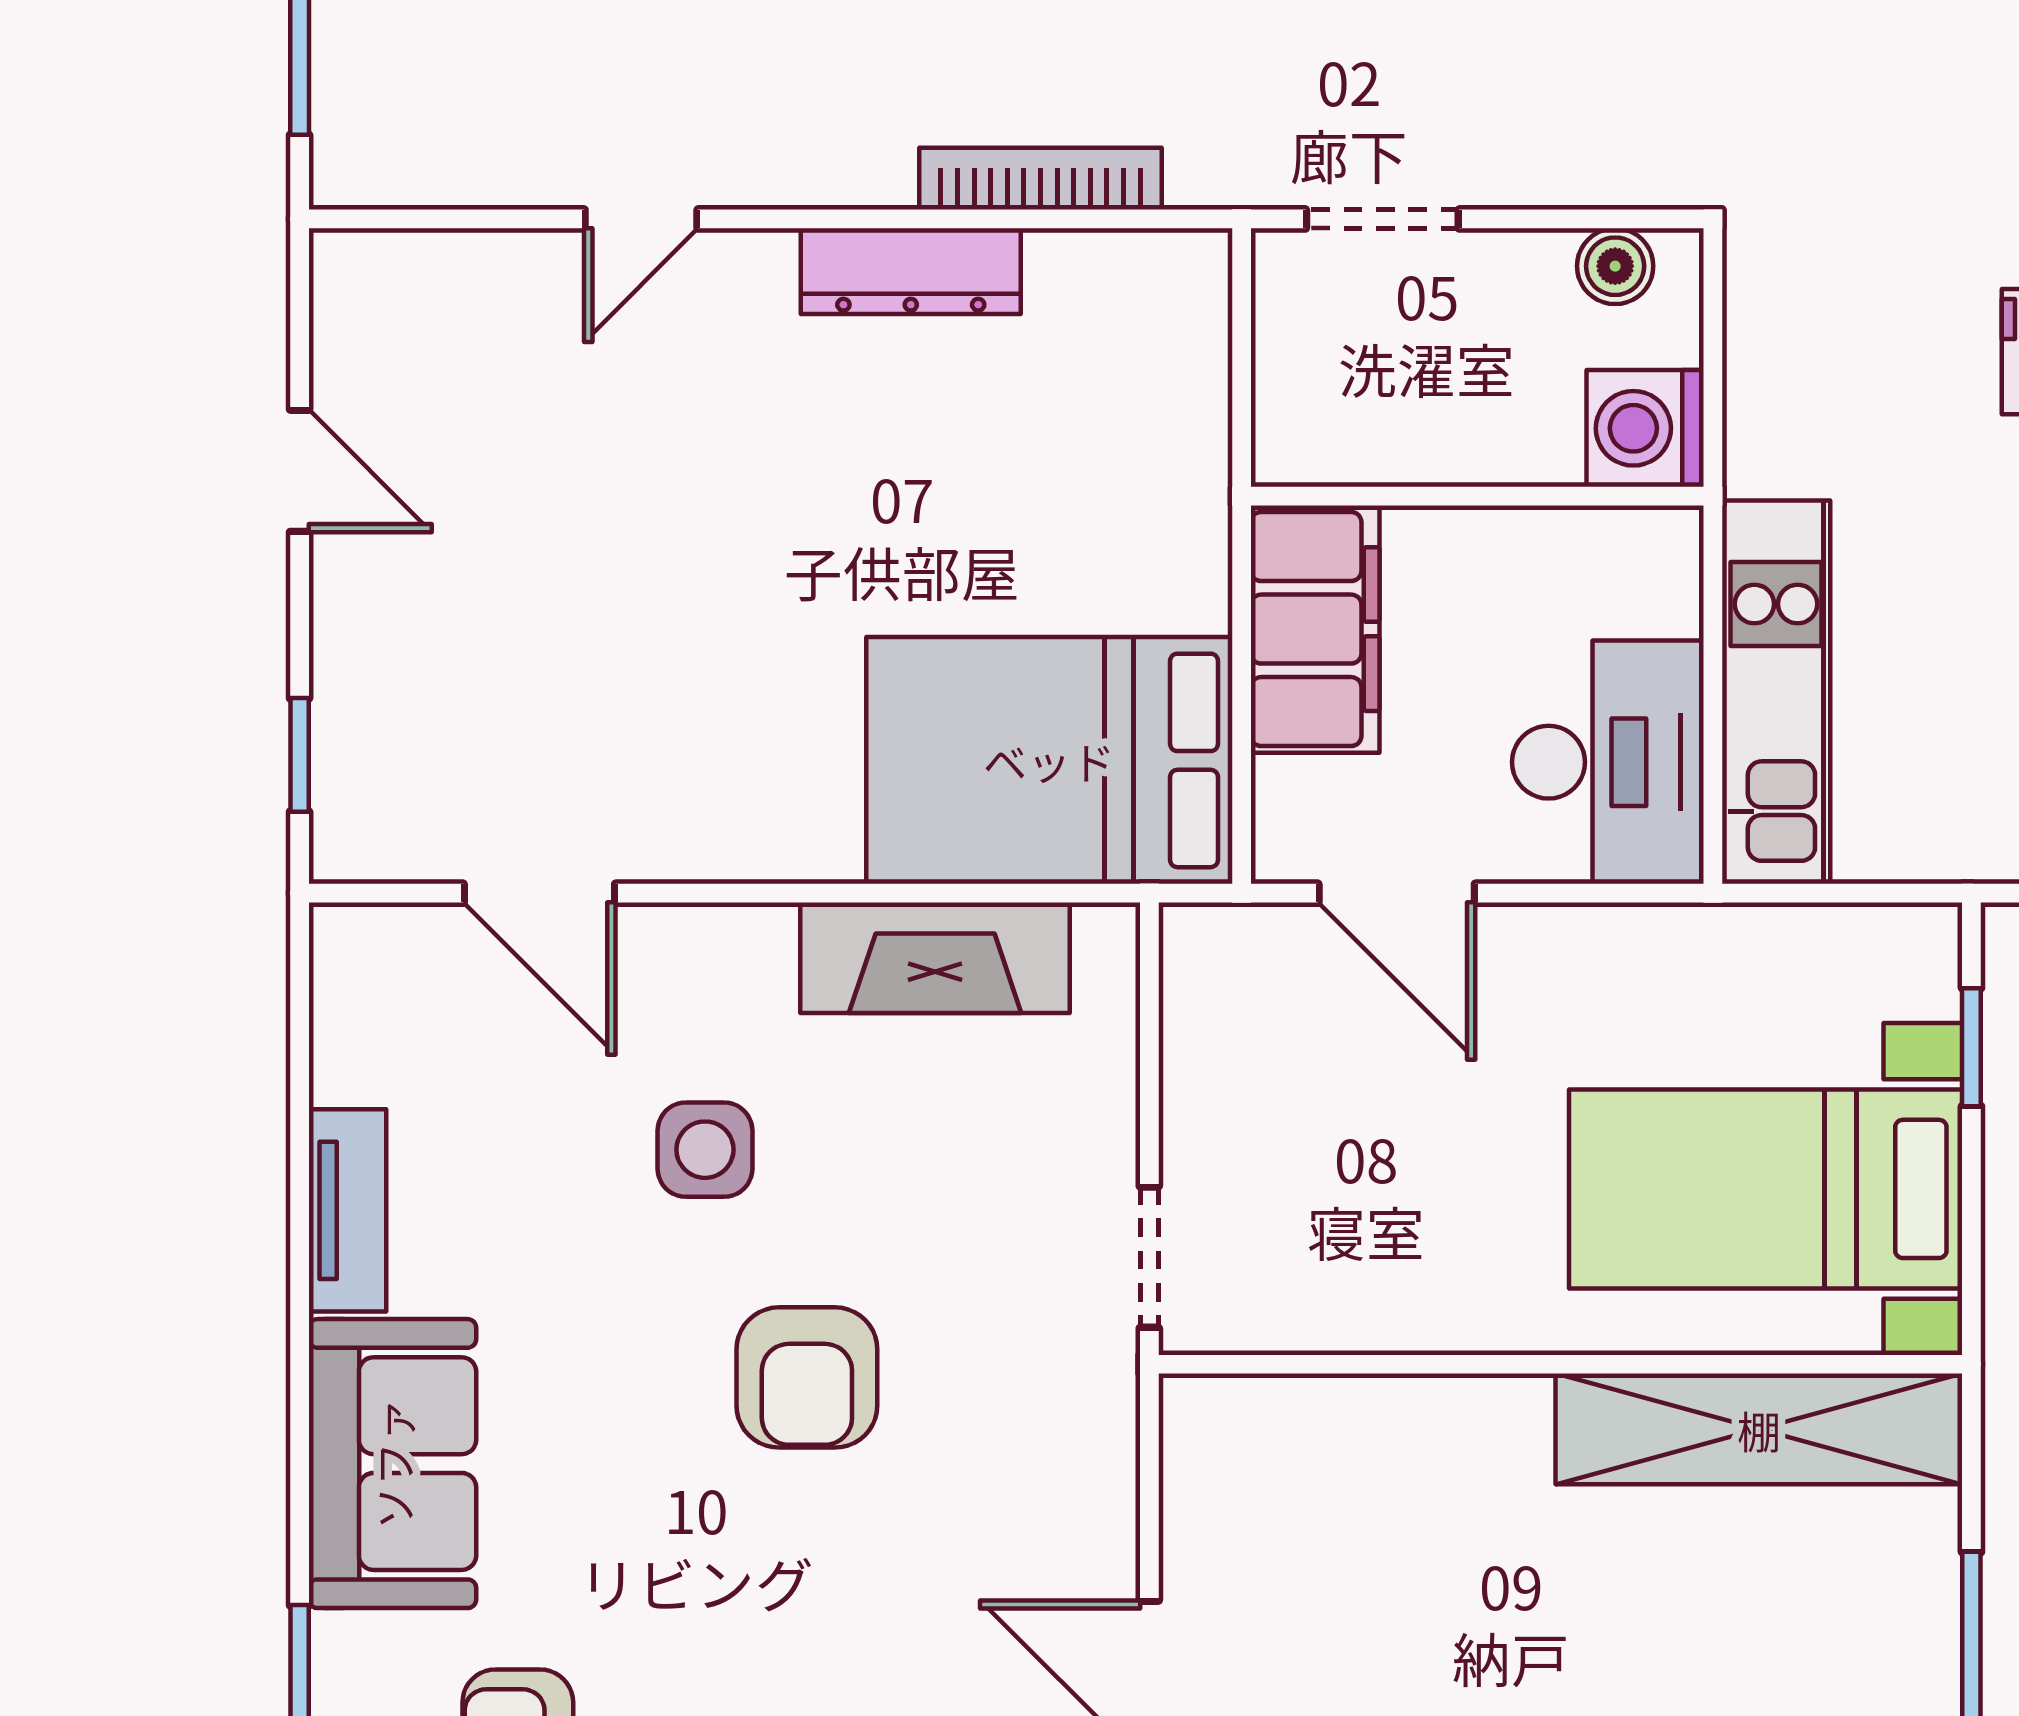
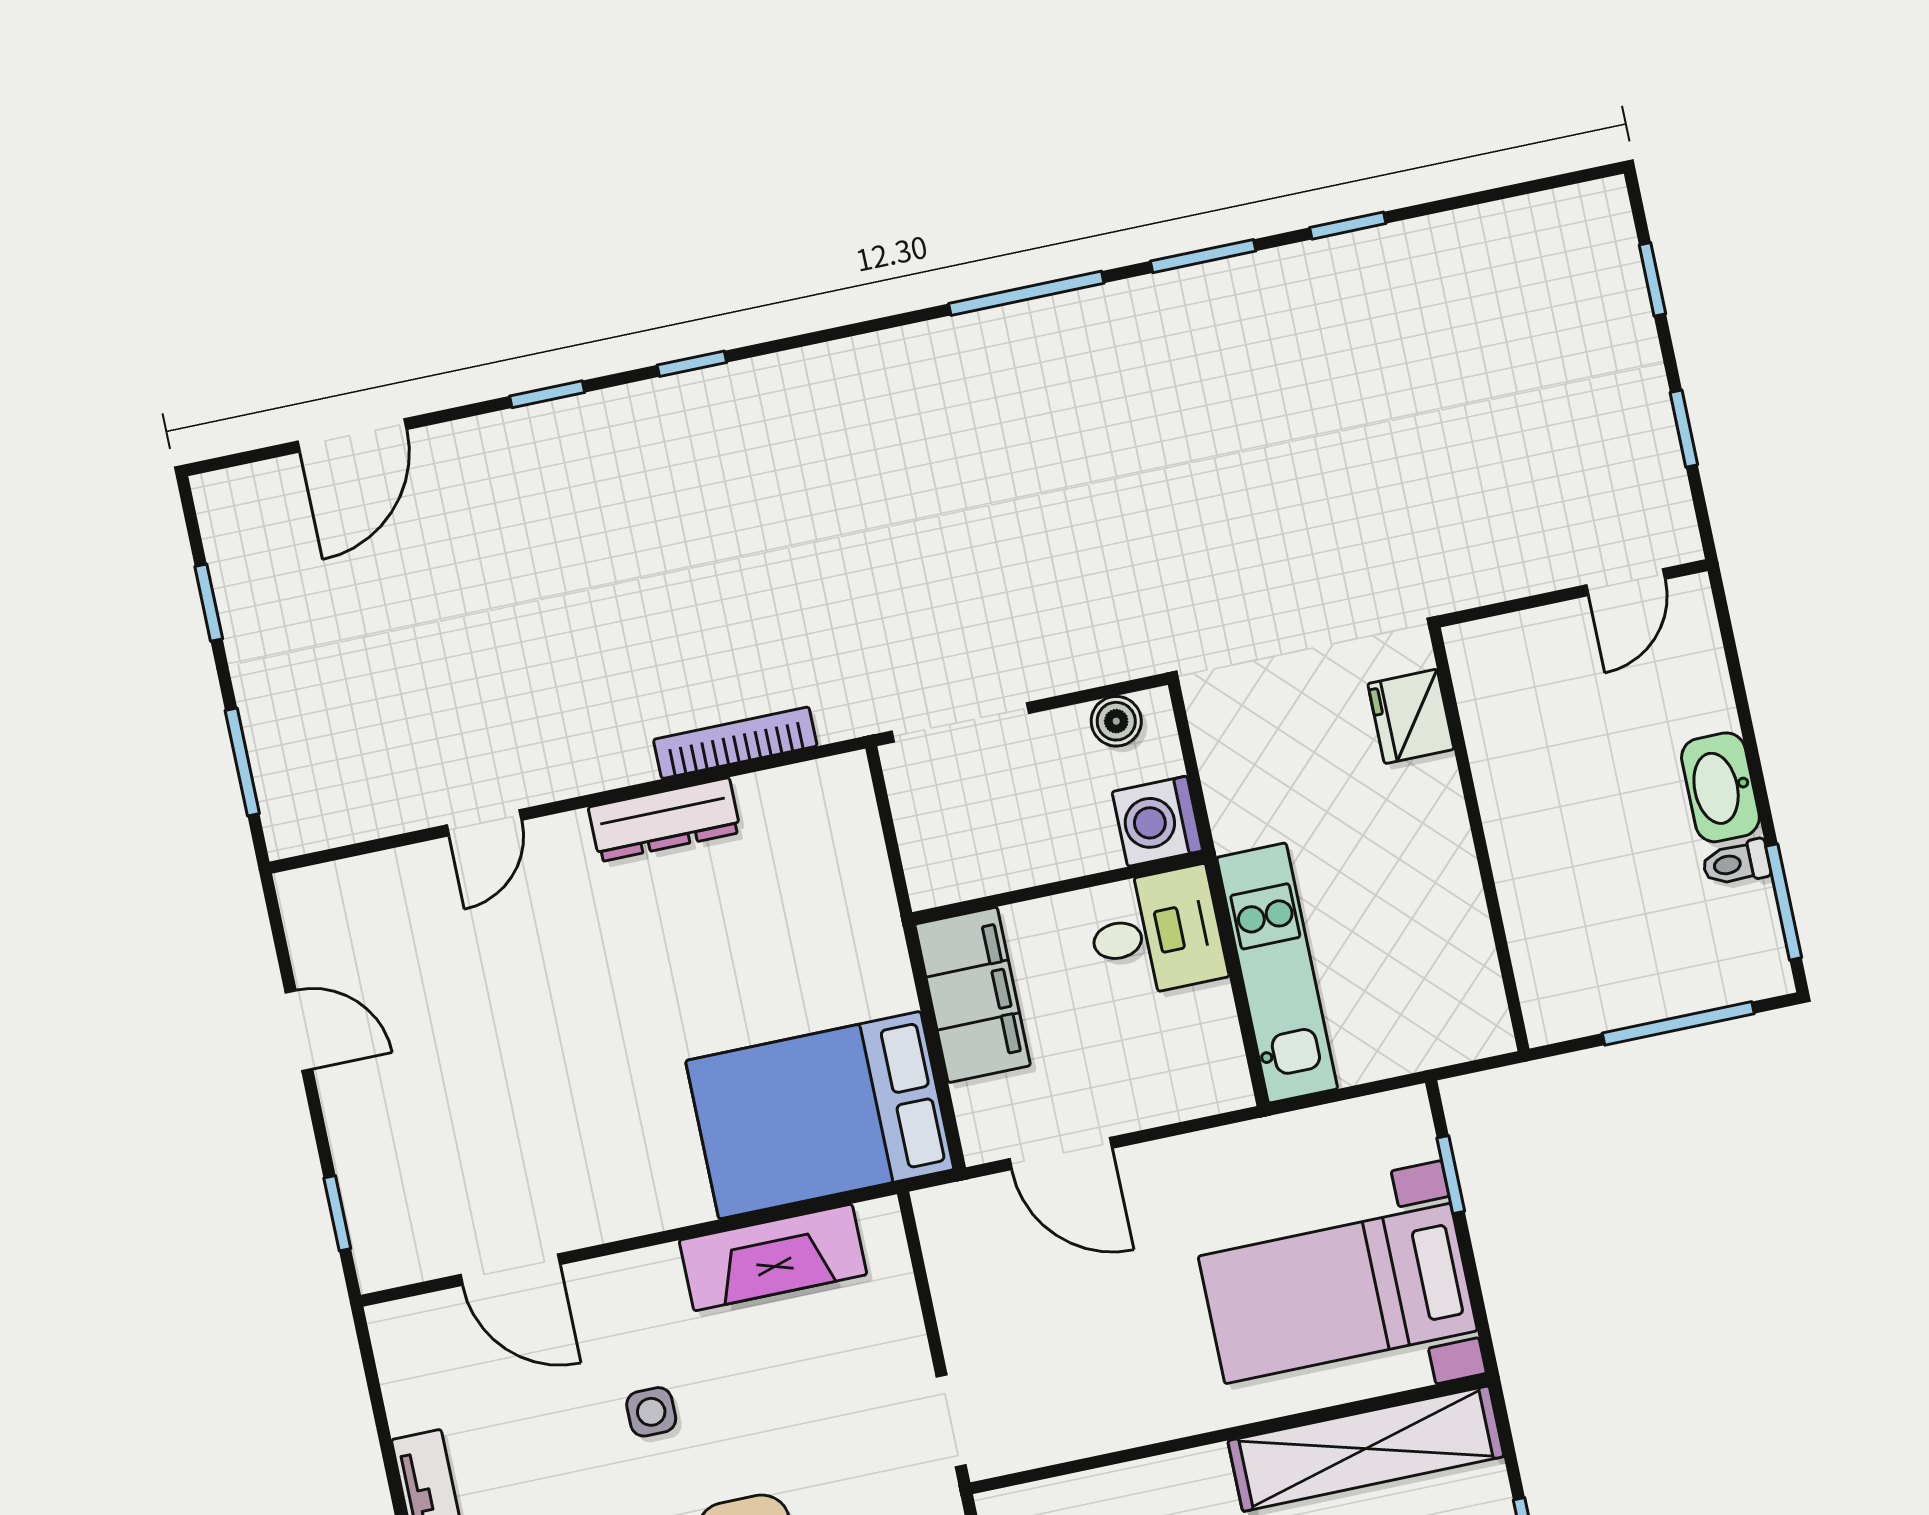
doorway: (1382, 219) -> (960, 722), width x1.38
desk: (1608, 762) -> (1156, 933), moved, width x0.73
side table: (705, 1150) -> (651, 1412), width x0.73, depth x0.73

